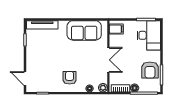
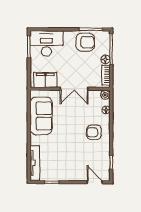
filing cabinet: (116, 29) -> (45, 80), width x2.00
double door: (108, 60) -> (74, 89), swing flipped
door: (25, 78) -> (95, 182), swing flipped

